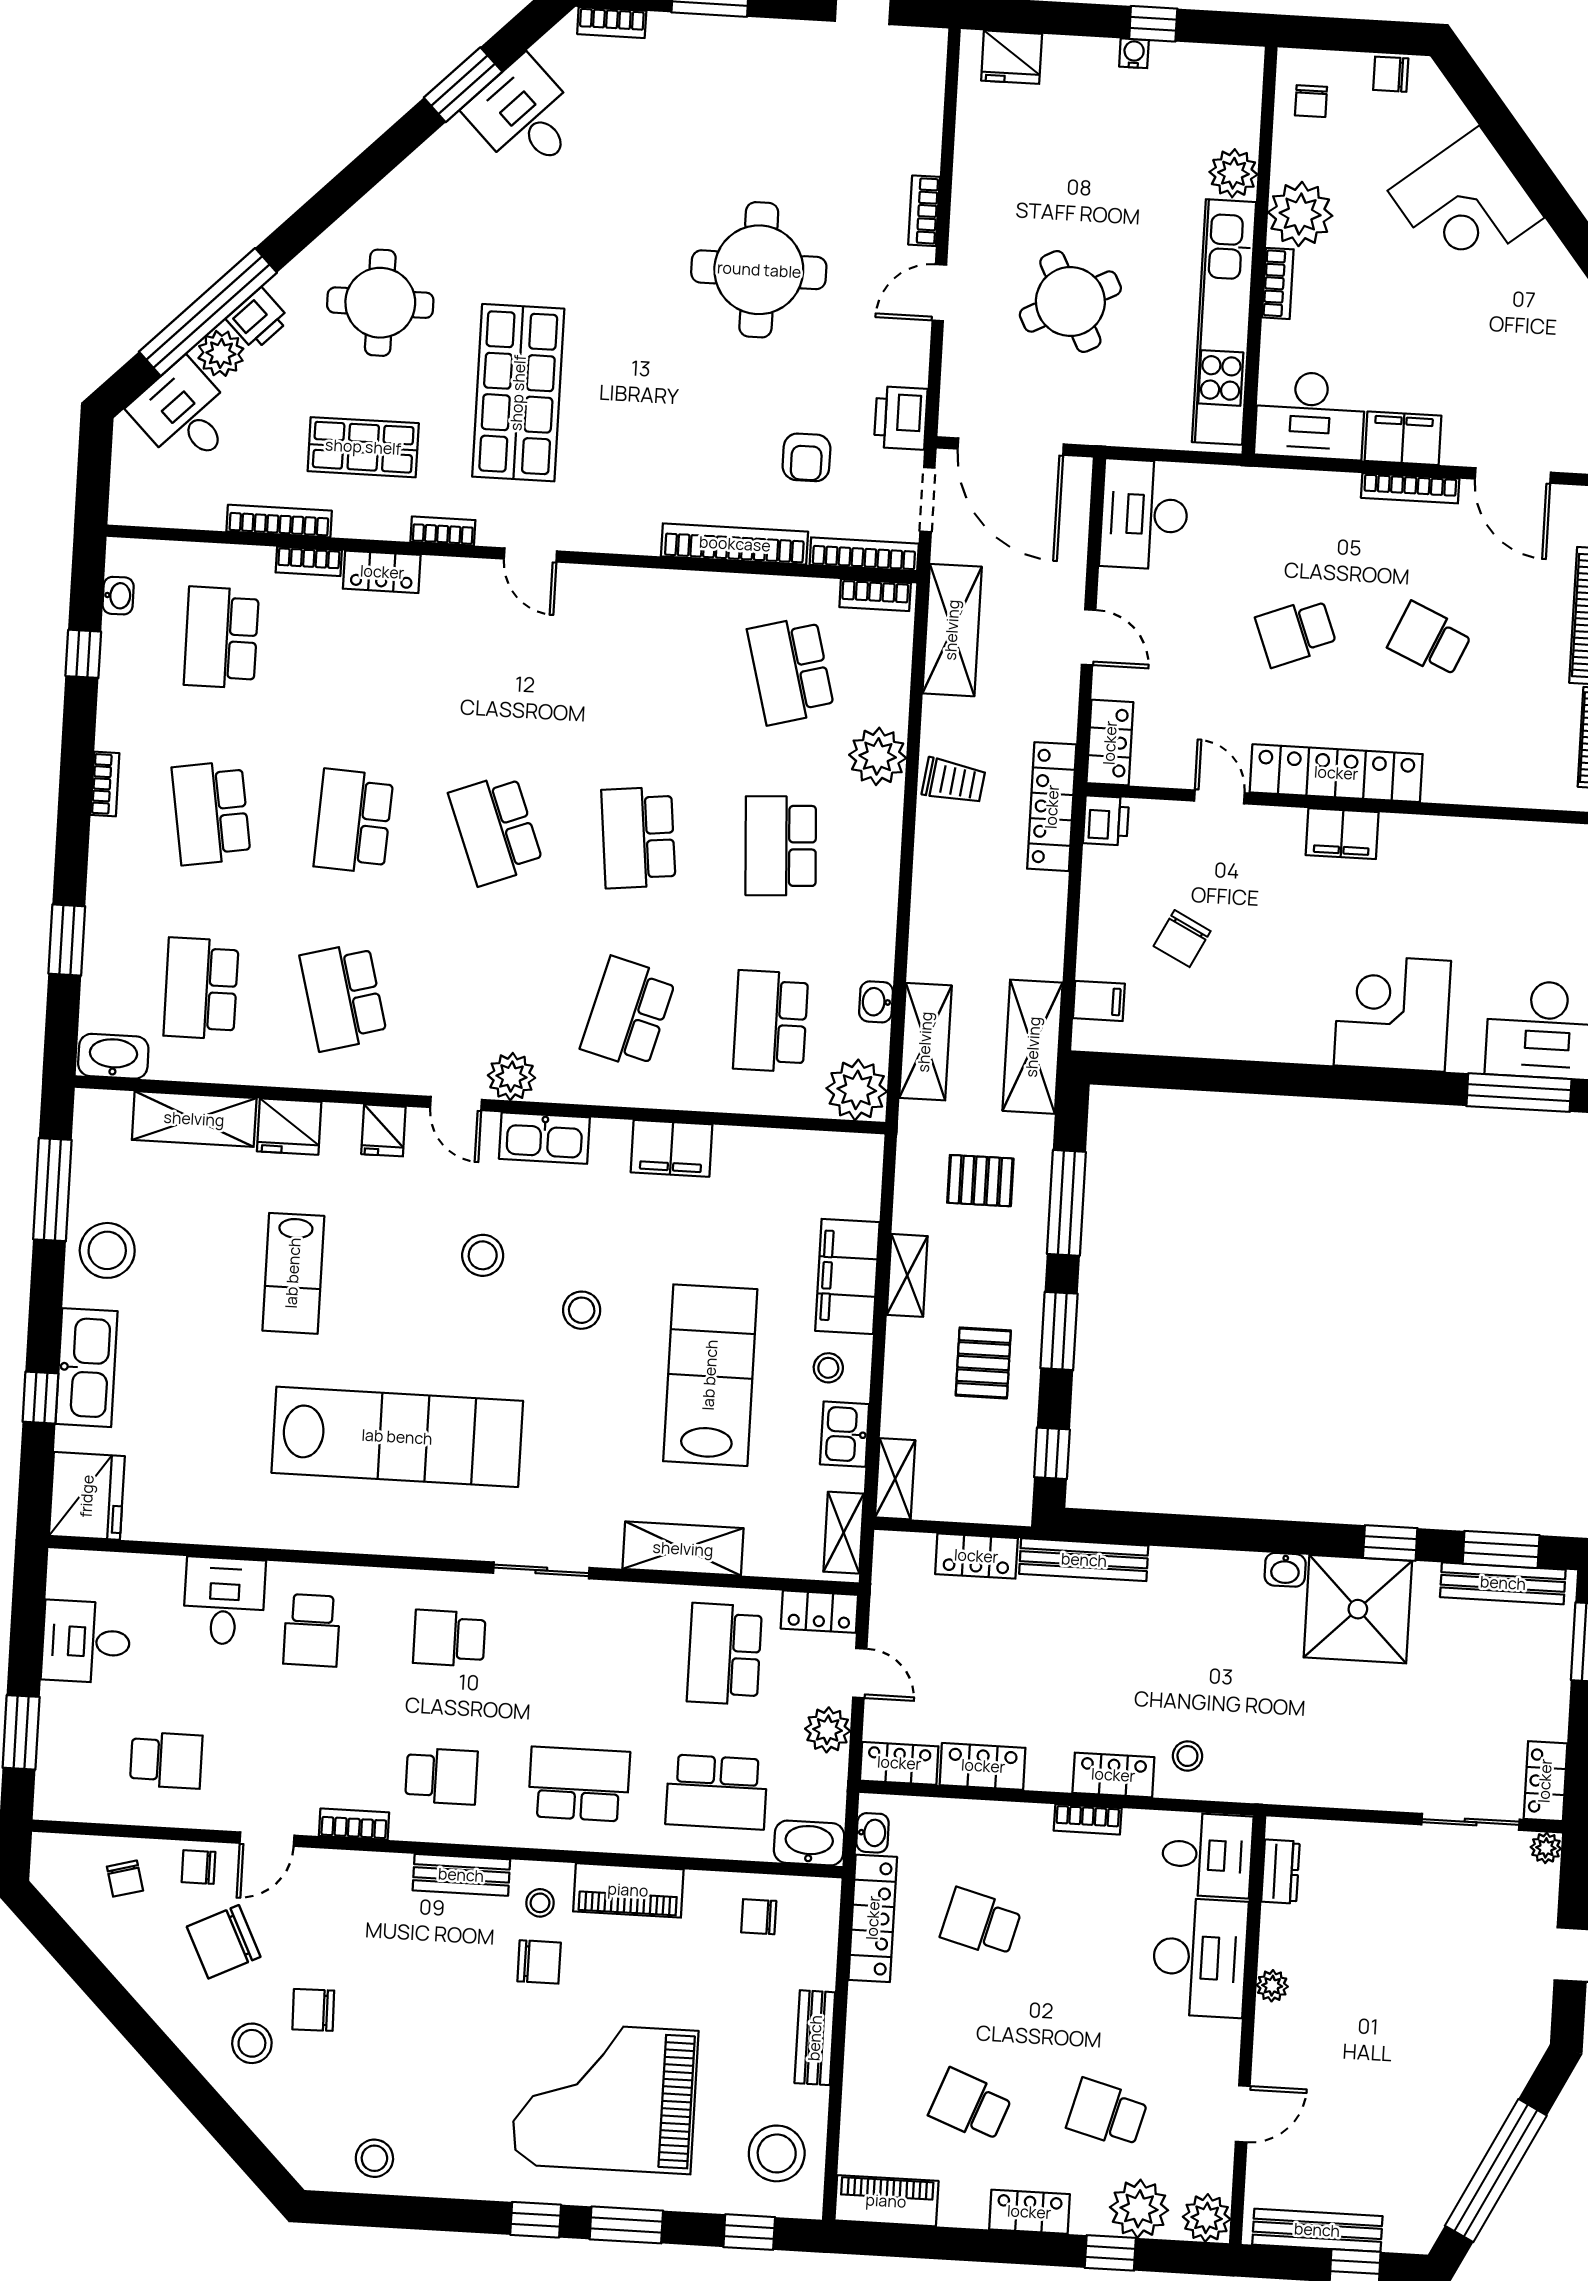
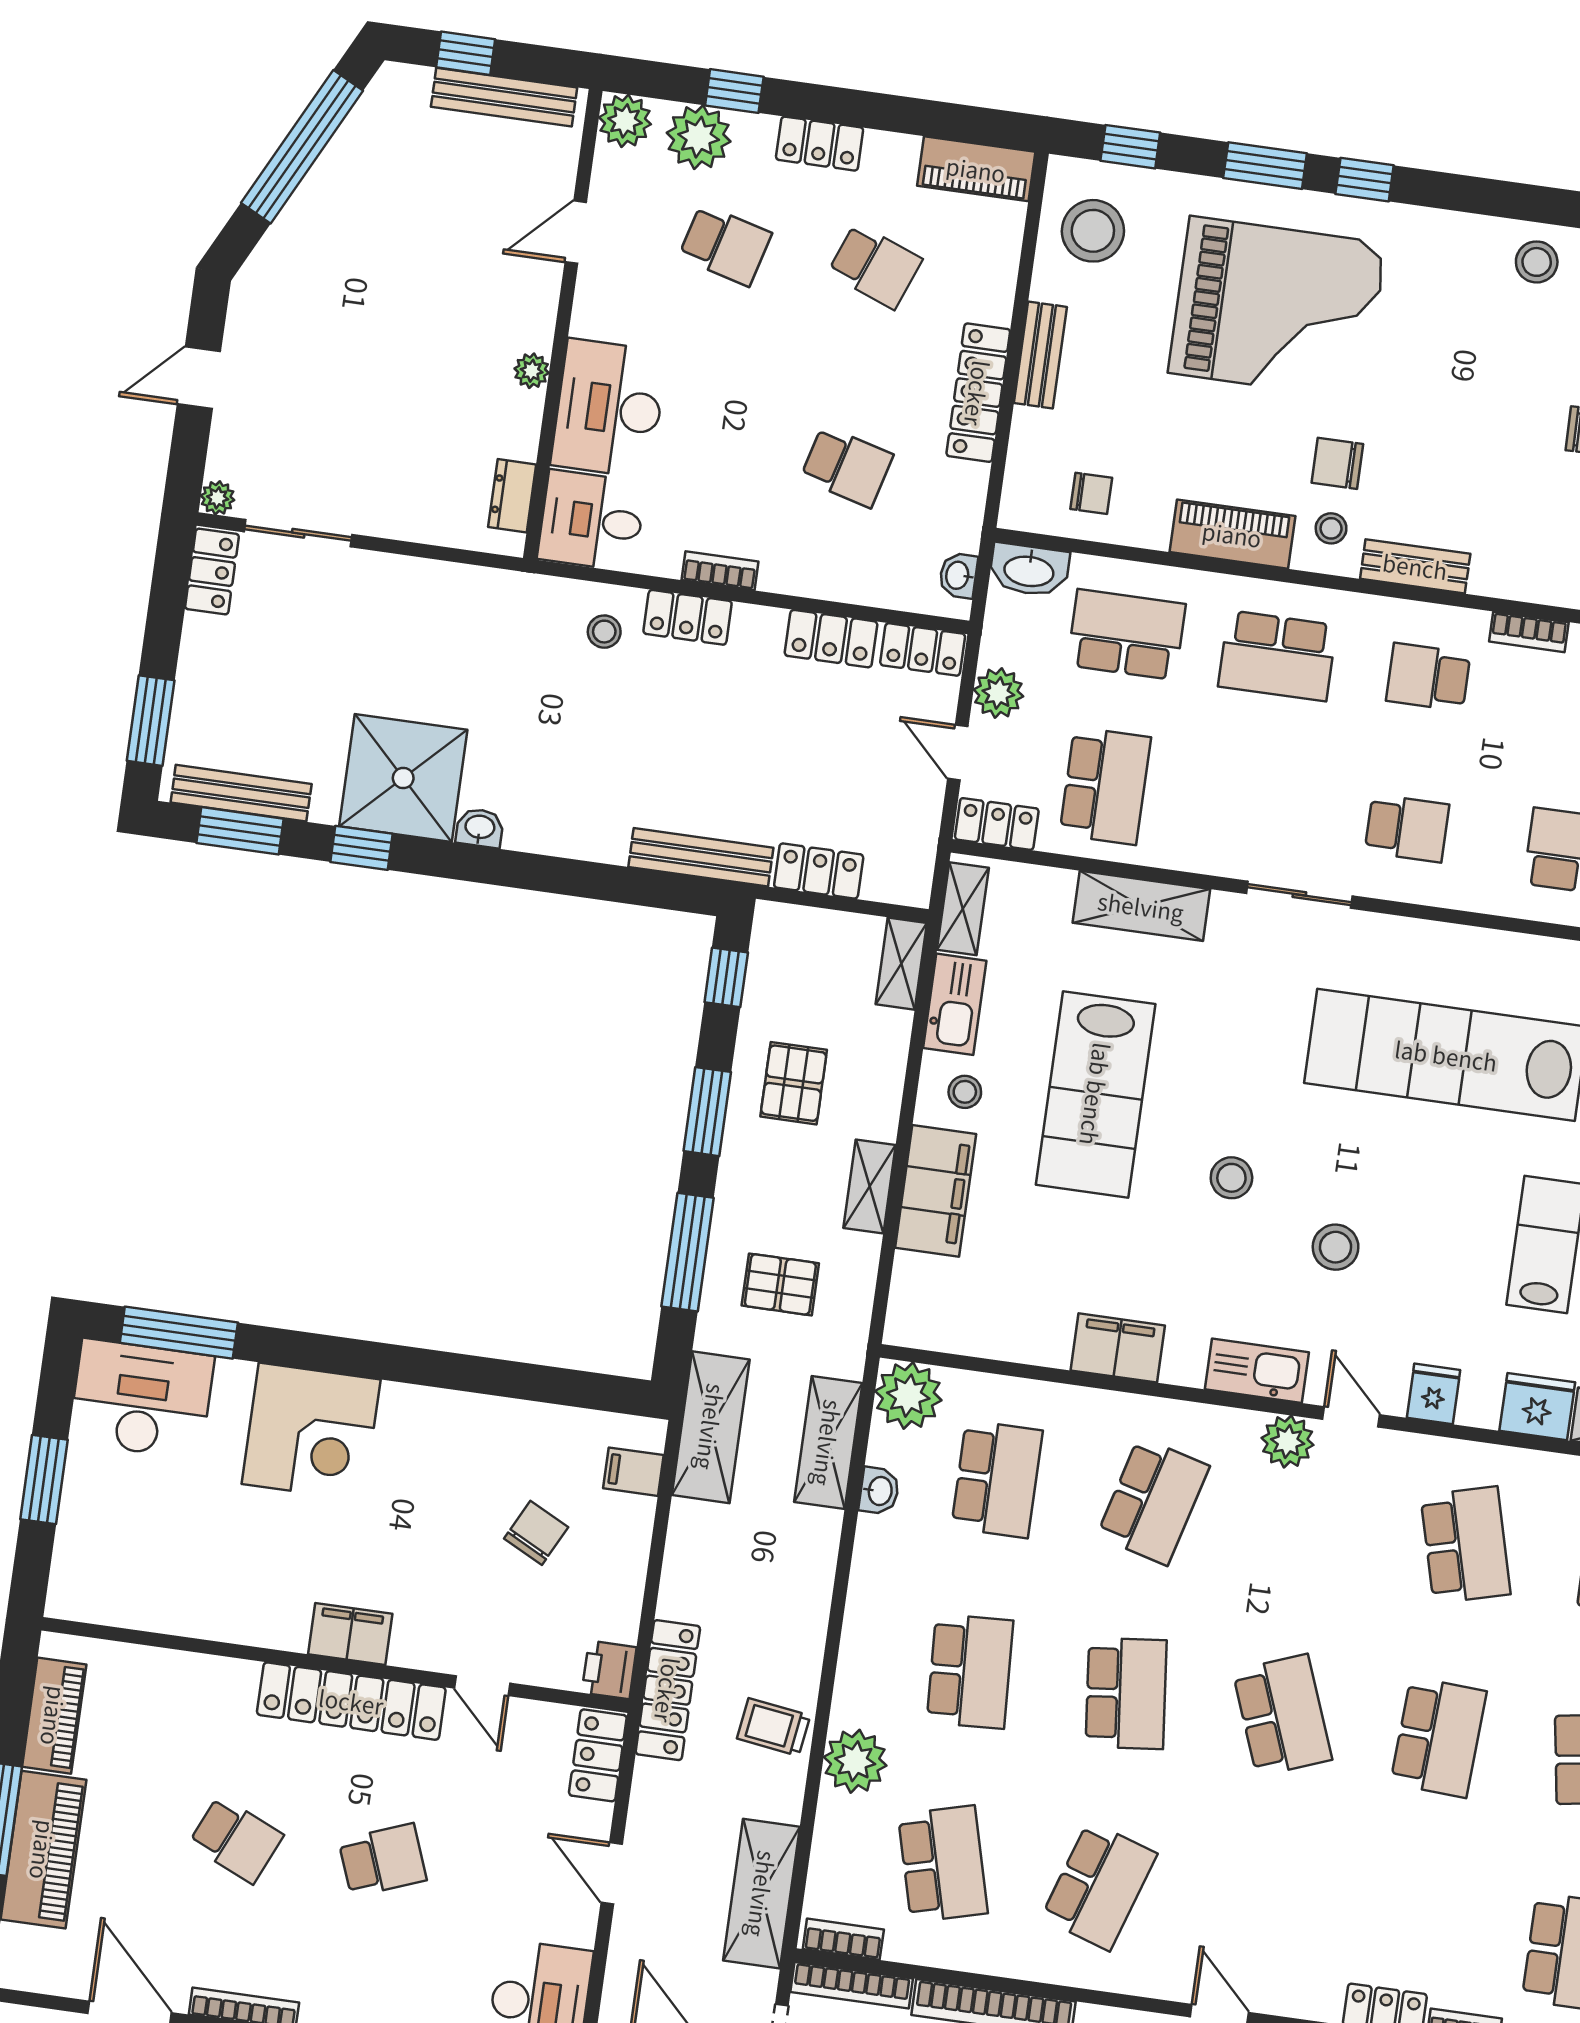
school desk: (648, 662) -> (1099, 1886), added
kitchen sink: (845, 1434) -> (955, 1004), width x1.38
locker: (873, 1918) -> (978, 393), moved

